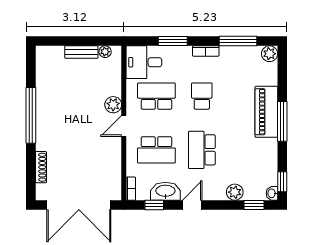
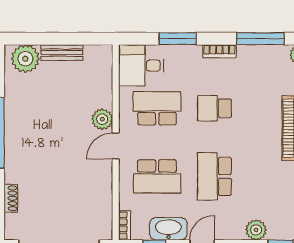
plant: (105, 52) -> (25, 59), moved, width x1.88, depth x1.88
school desk: (202, 96) -> (214, 108), turned -90
shoe rack: (41, 167) -> (11, 198), width x0.70

